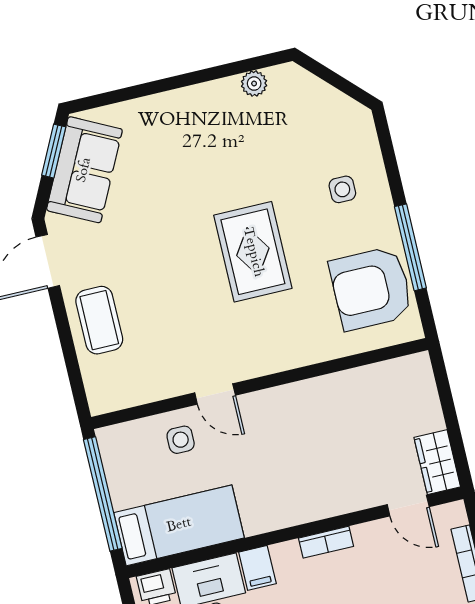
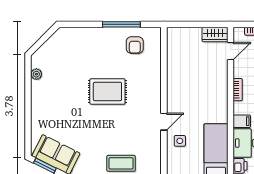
side table: (342, 189) -> (90, 47), removed
armchair: (371, 288) -> (135, 45), width x0.53, depth x0.53

